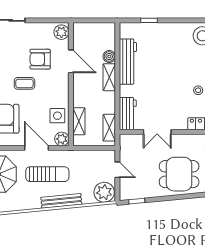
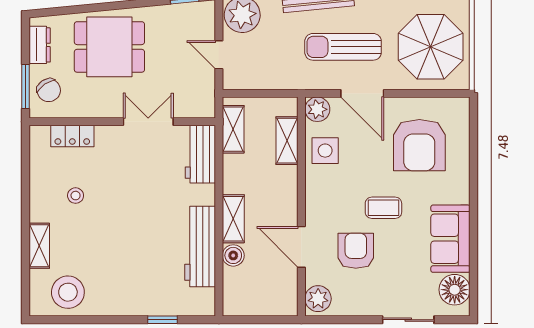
armchair: (40, 59) -> (356, 251), turned -90

